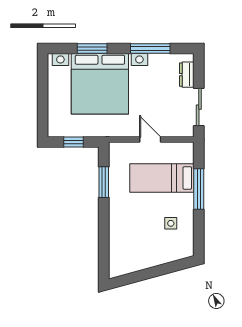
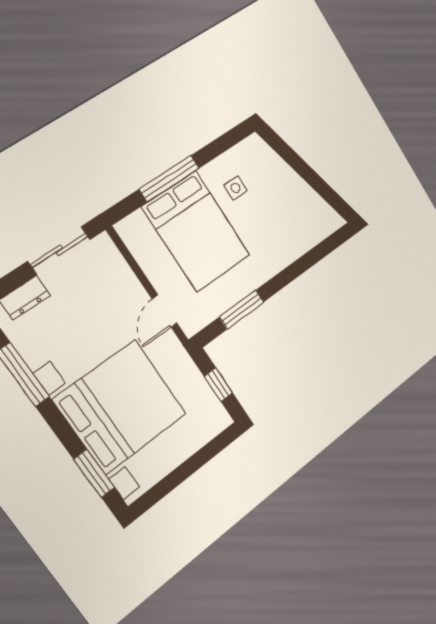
window: (92, 49) -> (94, 473), moved
door: (150, 140) -> (165, 311), moved
bed: (162, 178) -> (196, 231), width x1.50

